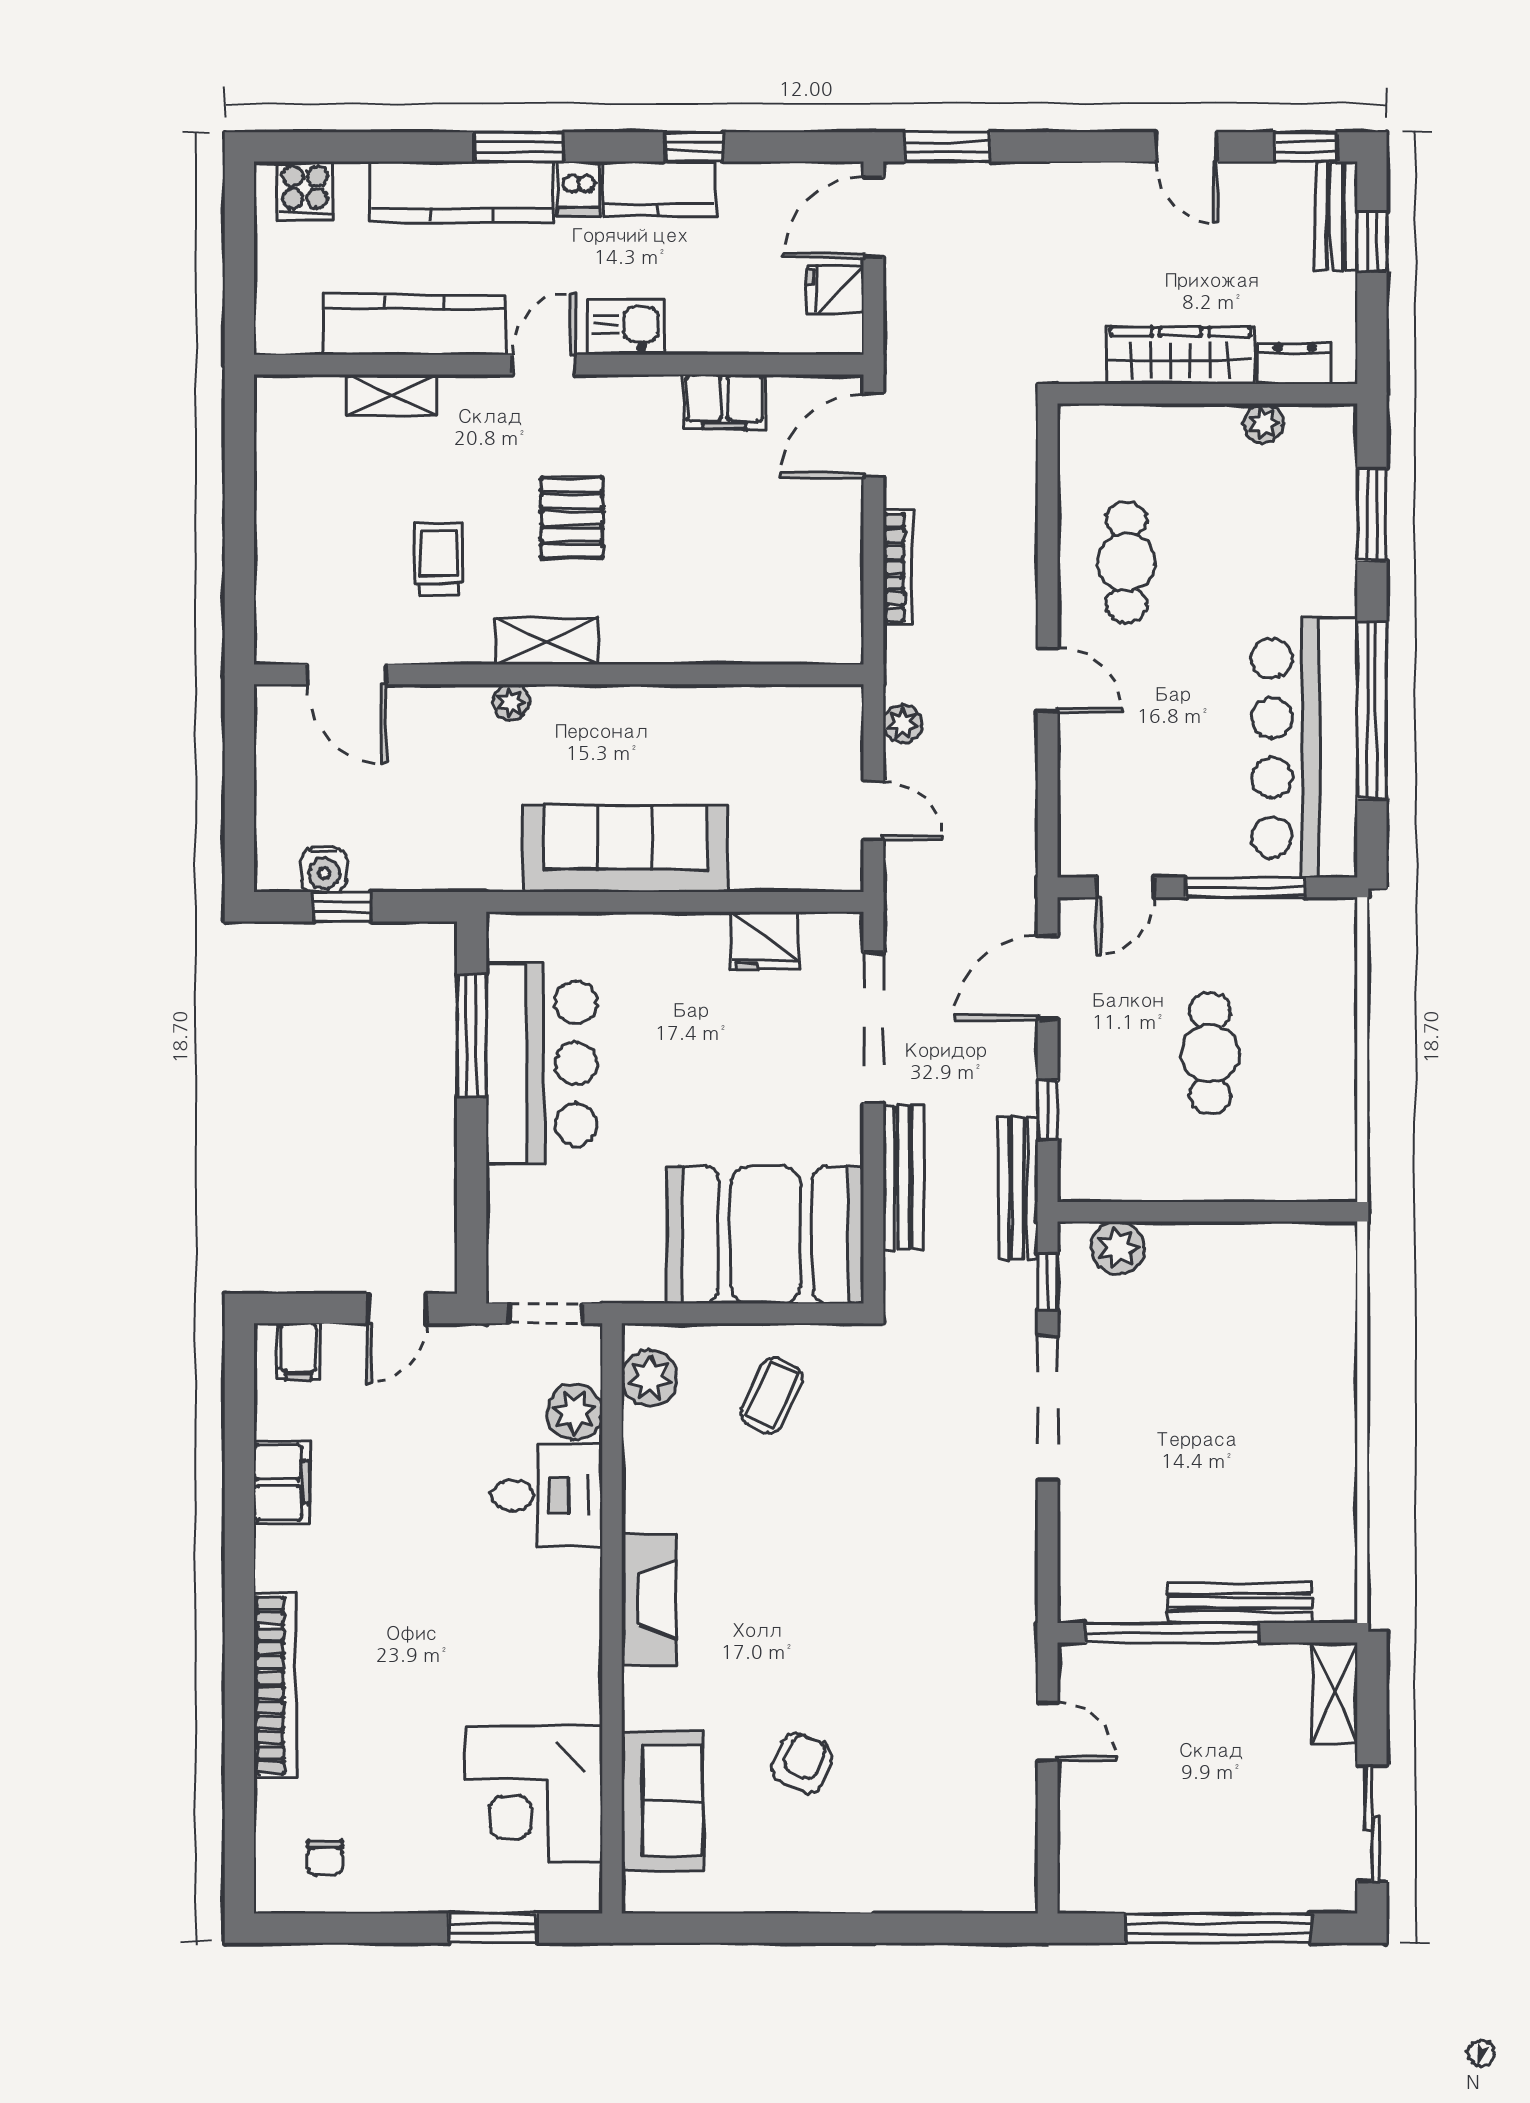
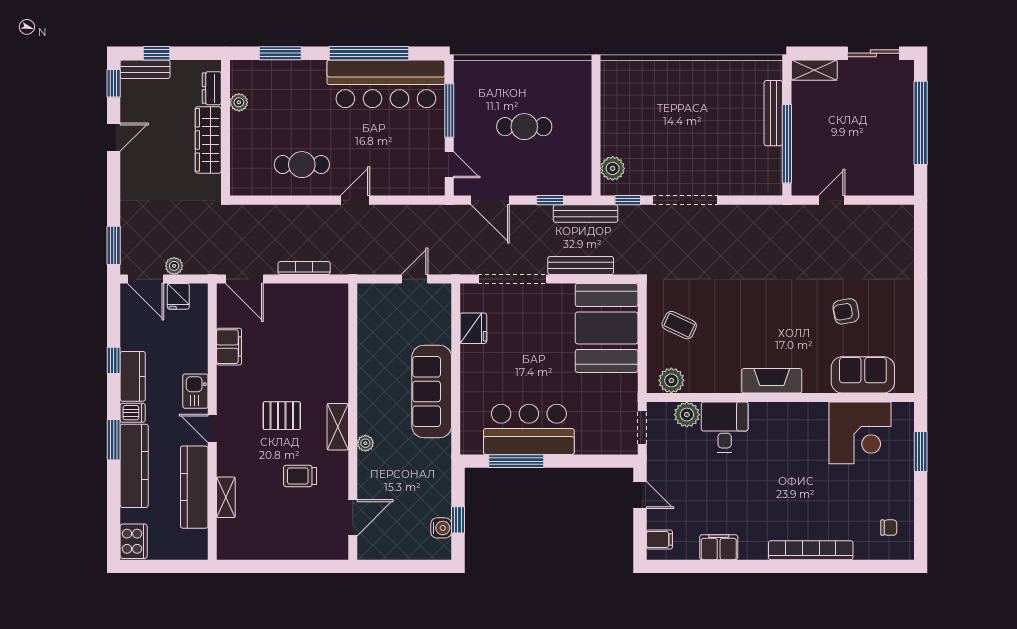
cooker: (305, 191) -> (134, 541), width x1.36
plant: (902, 724) -> (174, 266), moved
armchair: (802, 1763) -> (846, 311), turned -33

